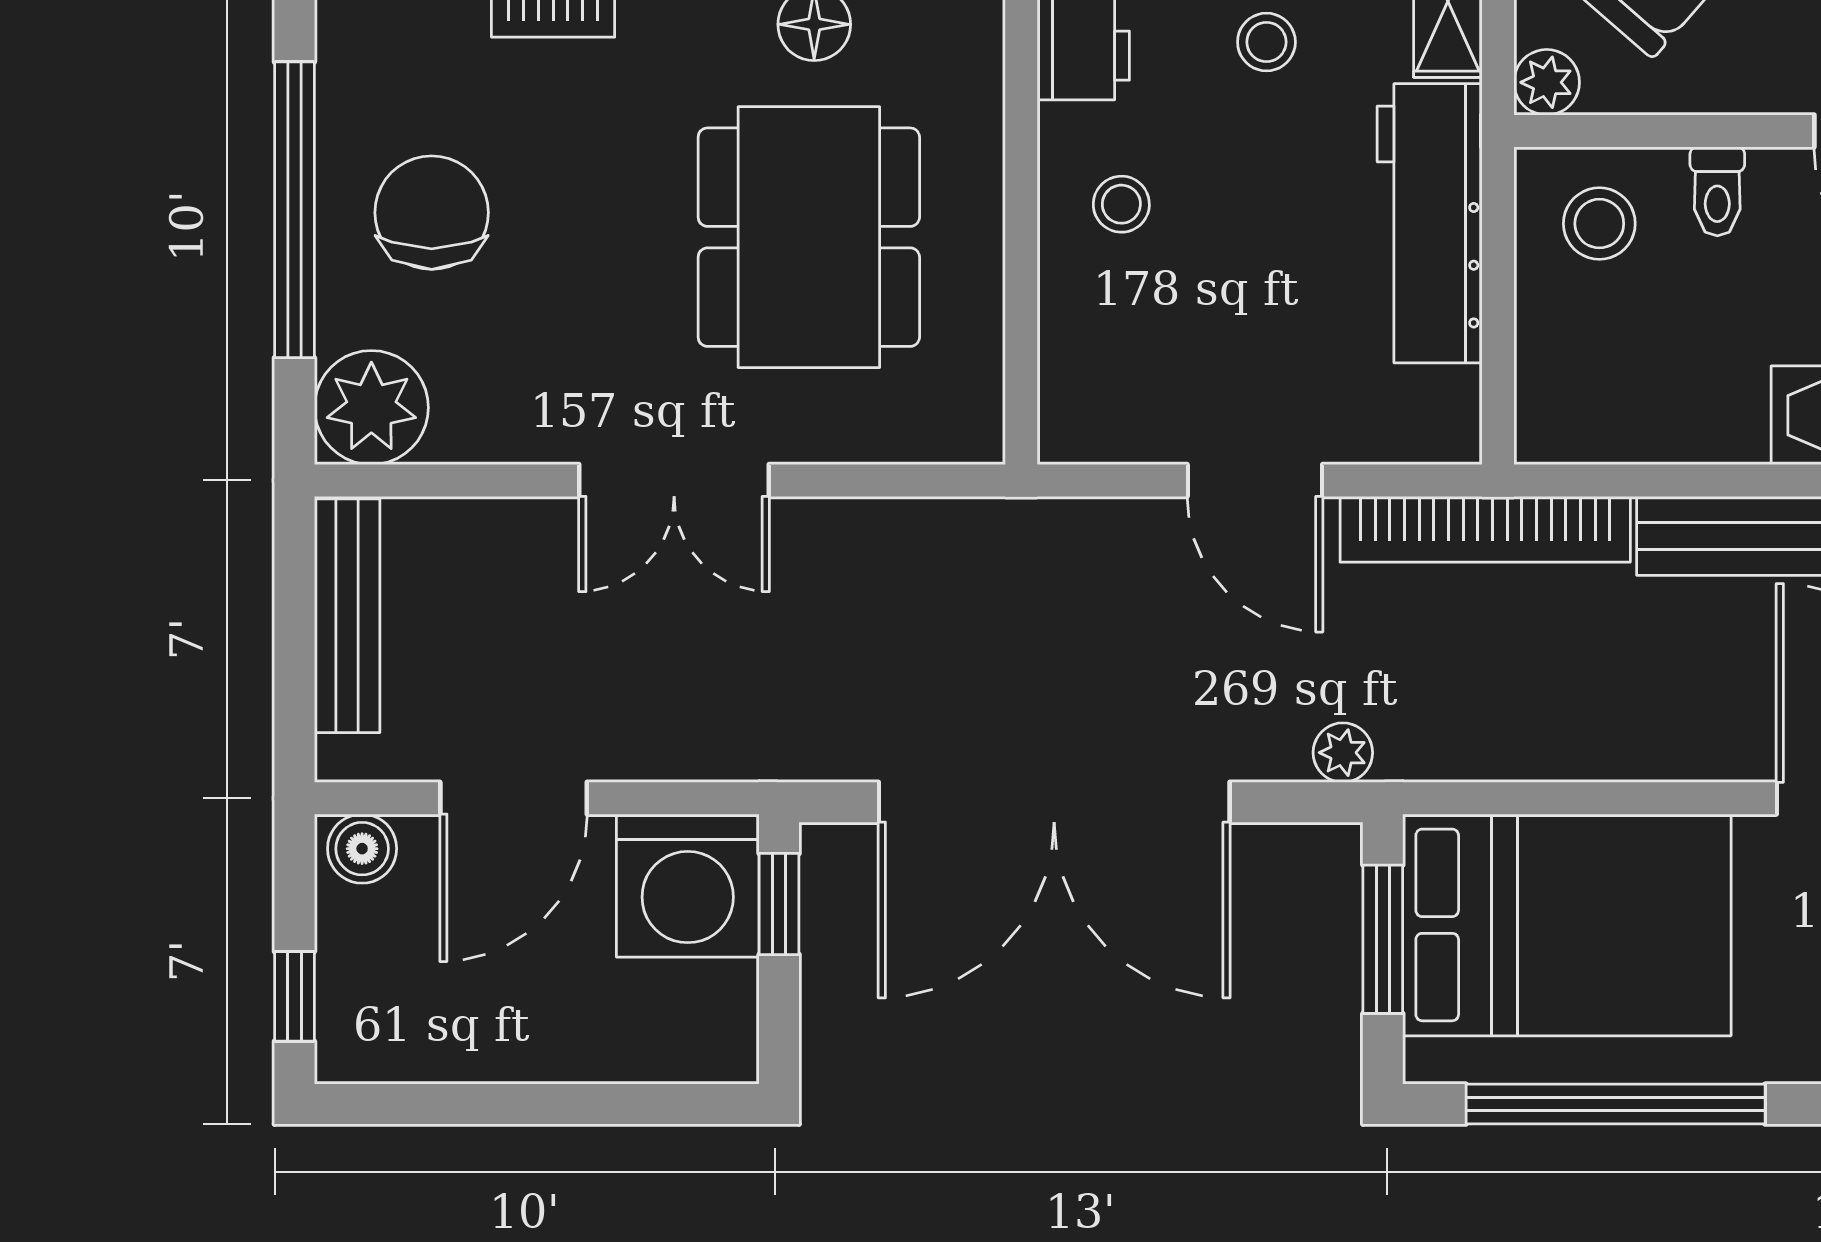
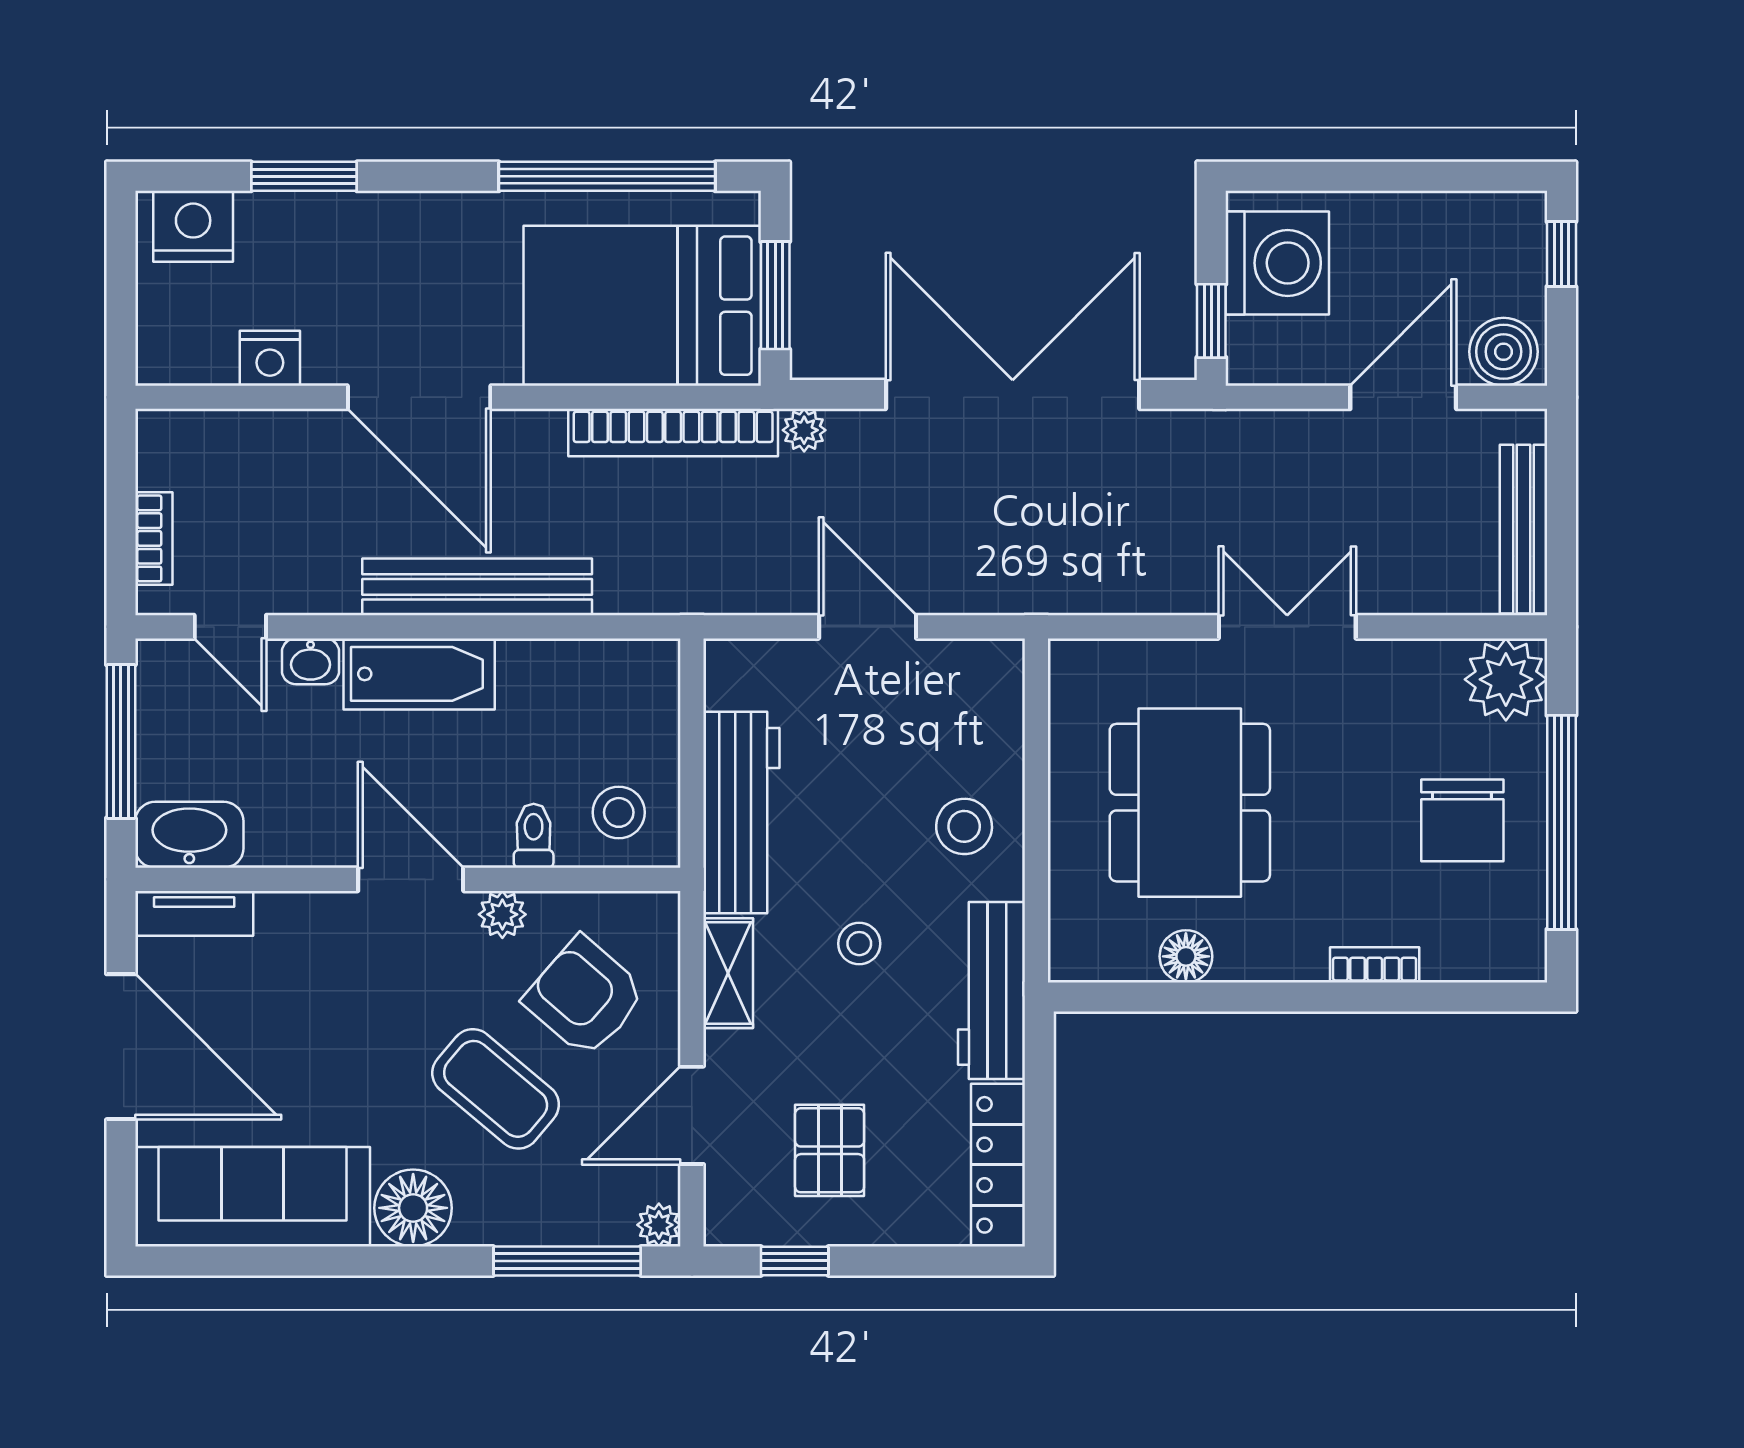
plant: (1547, 82) -> (502, 914), moved
stool: (1121, 204) -> (964, 826), width x1.37, depth x1.37
bookcase: (1485, 529) -> (673, 433), moved, turned 180
boiler: (362, 849) -> (1504, 352), width x1.36, depth x1.36
washing machine: (688, 886) -> (1277, 263), moved, turned 90

